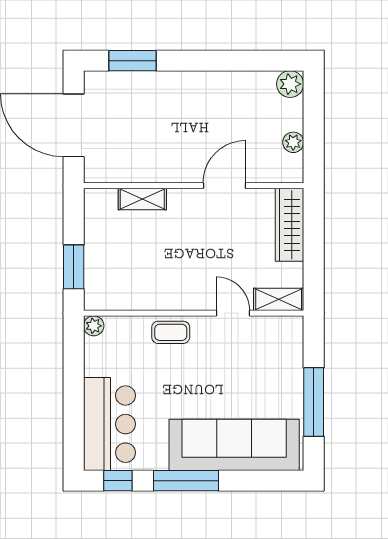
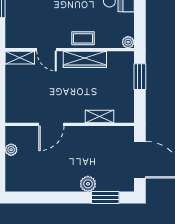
plant: (290, 84) -> (88, 184), moved
wardrobe: (289, 225) -> (85, 59), moved, turned 90

